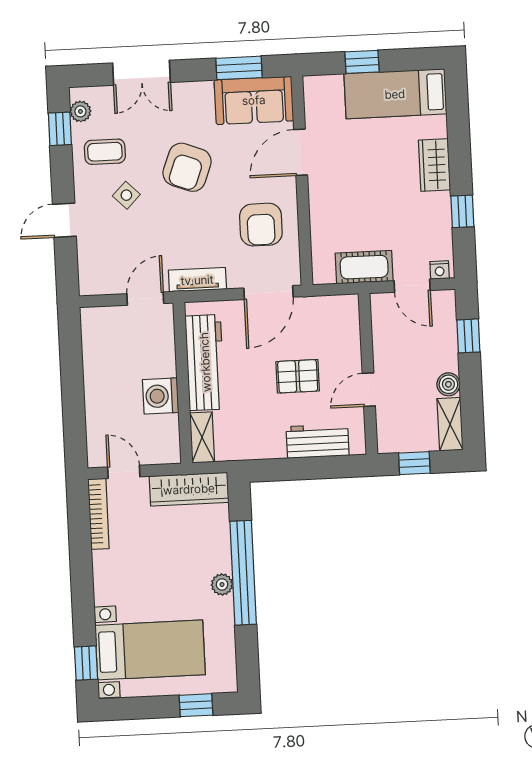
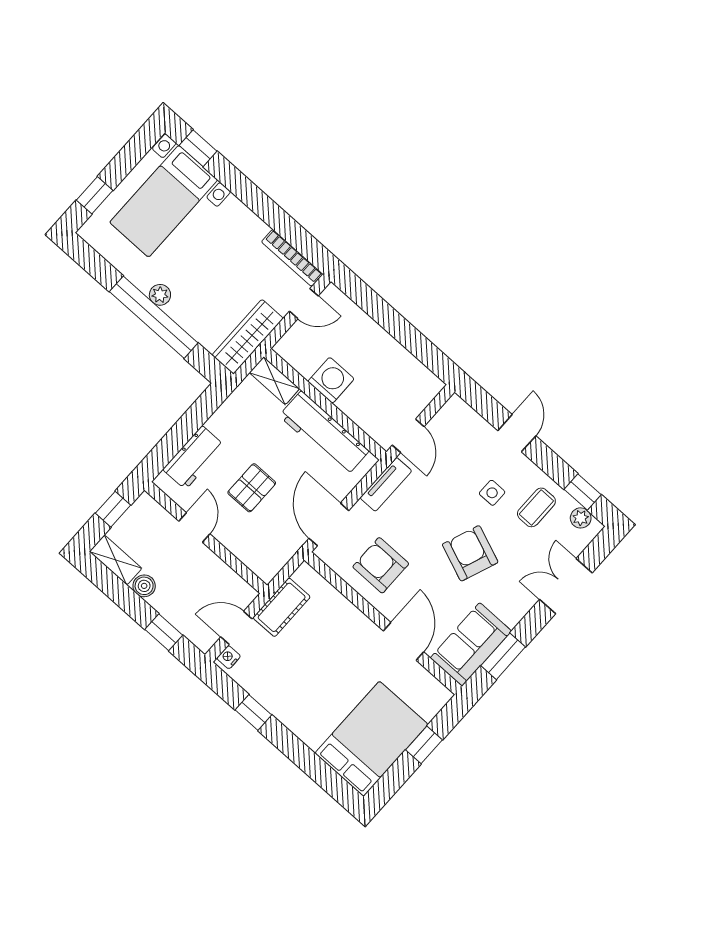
bed: (395, 94) -> (371, 739), width x1.50
wardrobe: (434, 165) -> (304, 725), removed
side table: (126, 195) -> (492, 493), turned 45

